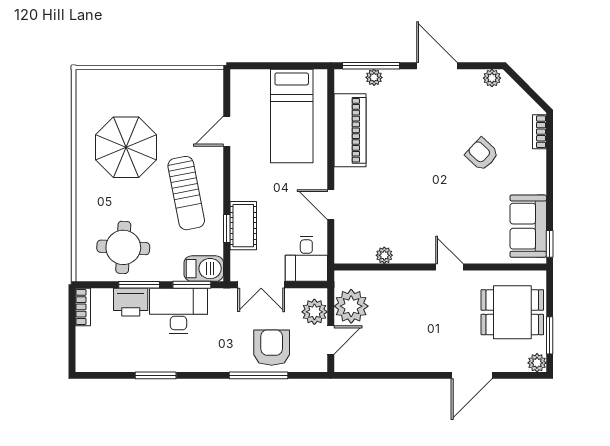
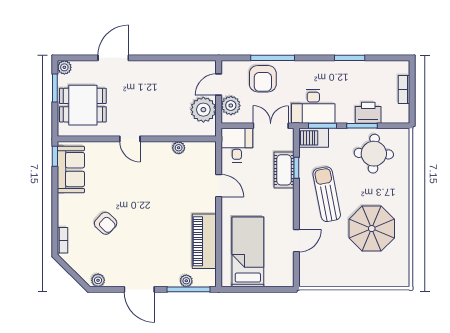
bookcase: (83, 307) -> (404, 90), moved
desk: (178, 311) -> (313, 106), moved

